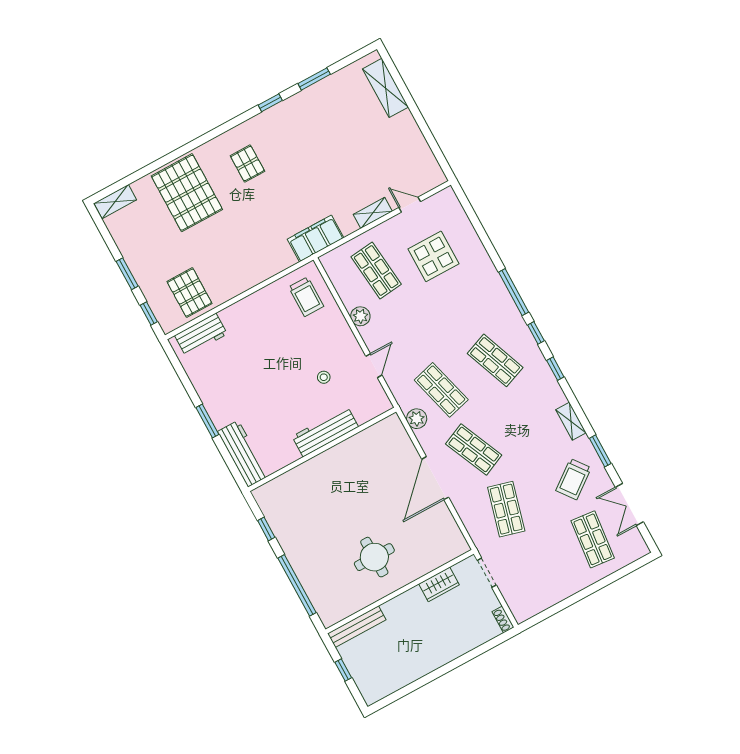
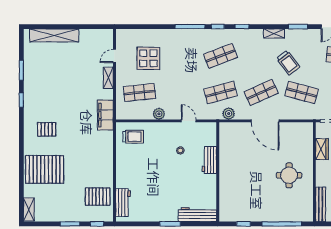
shelving: (385, 88) -> (54, 35), width x1.47
workbench: (325, 432) -> (209, 160), width x0.73
trolley: (573, 479) -> (288, 63), moved

